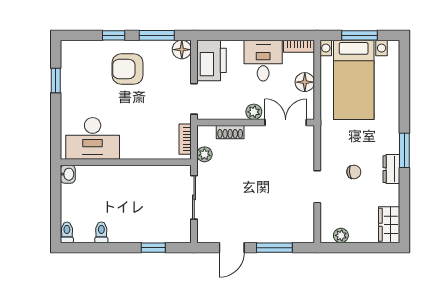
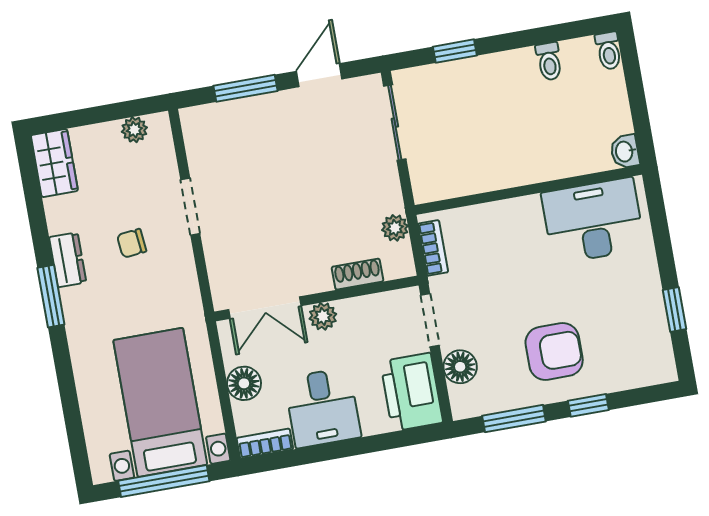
window: (360, 35) -> (164, 481), width x1.44
floor lamp: (182, 50) -> (460, 367), moved
sliding door: (194, 197) -> (395, 123), moved

